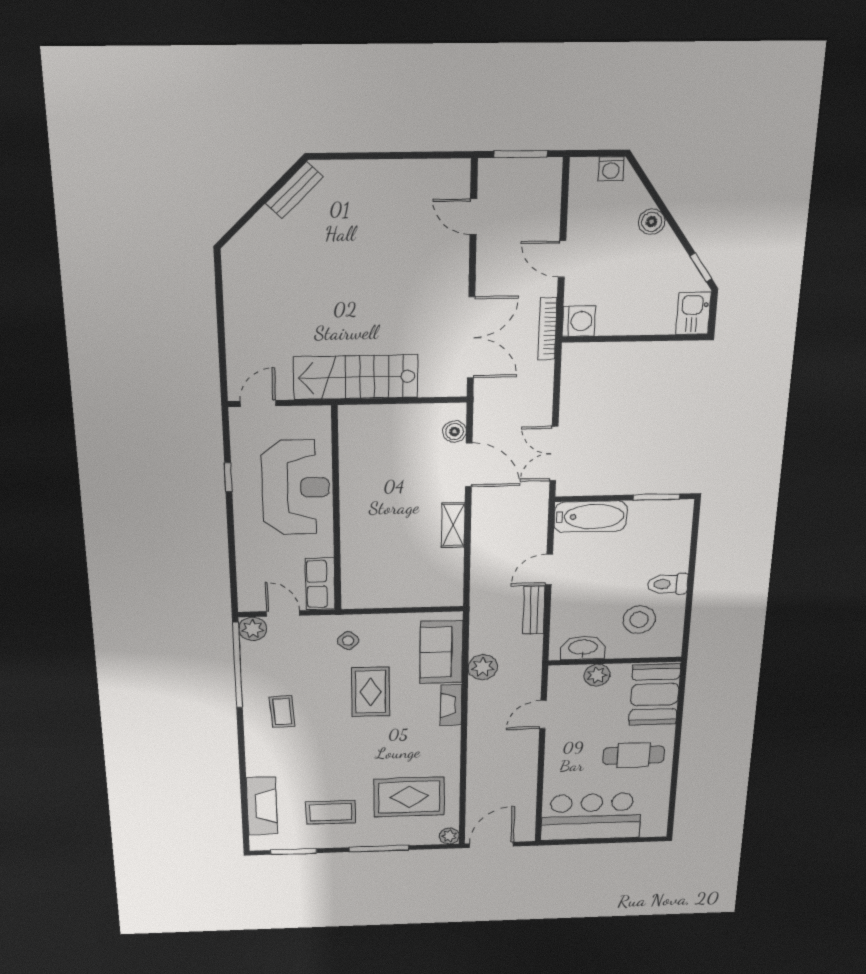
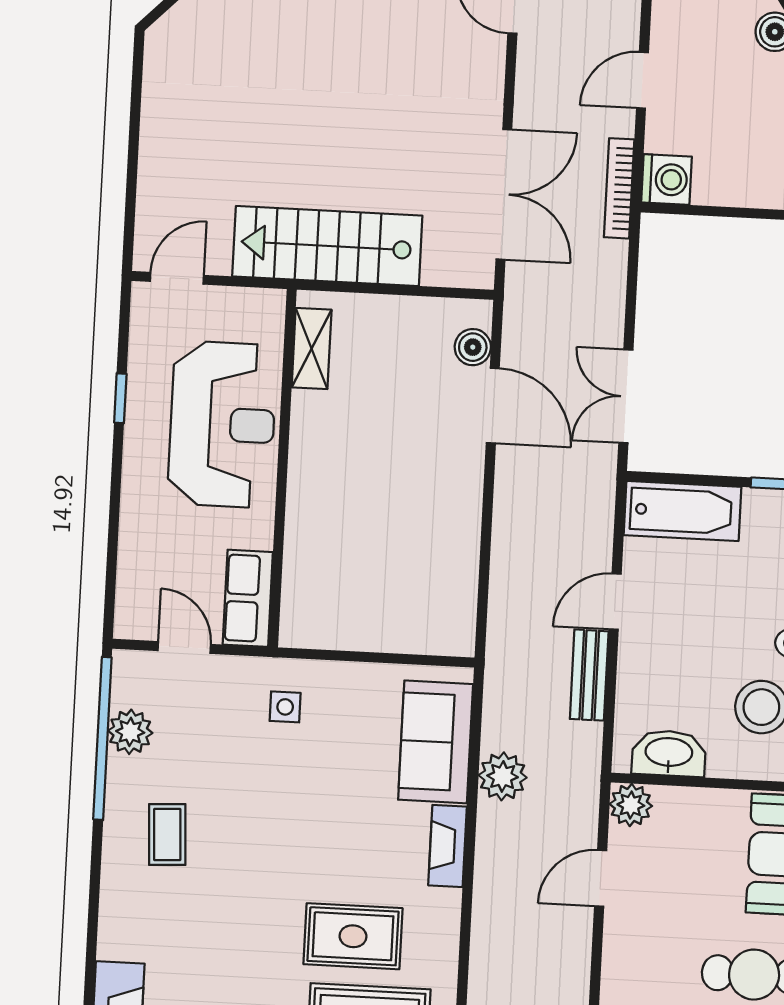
door: (562, 259) -> (642, 80), hinge flipped
shelving: (453, 525) -> (312, 348), moved
plant: (253, 629) -> (130, 732), moved
side table: (348, 641) -> (285, 707), turned 45
plant: (597, 675) -> (631, 805), moved
rug: (371, 692) -> (353, 936), moved, turned 90

